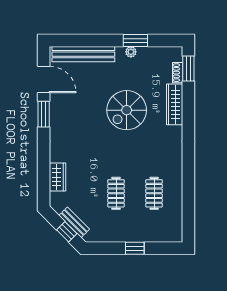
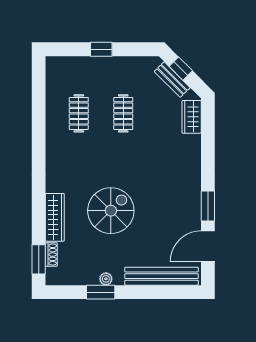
door: (44, 79) -> (208, 246), hinge flipped
wardrobe: (58, 177) -> (192, 117), moved

